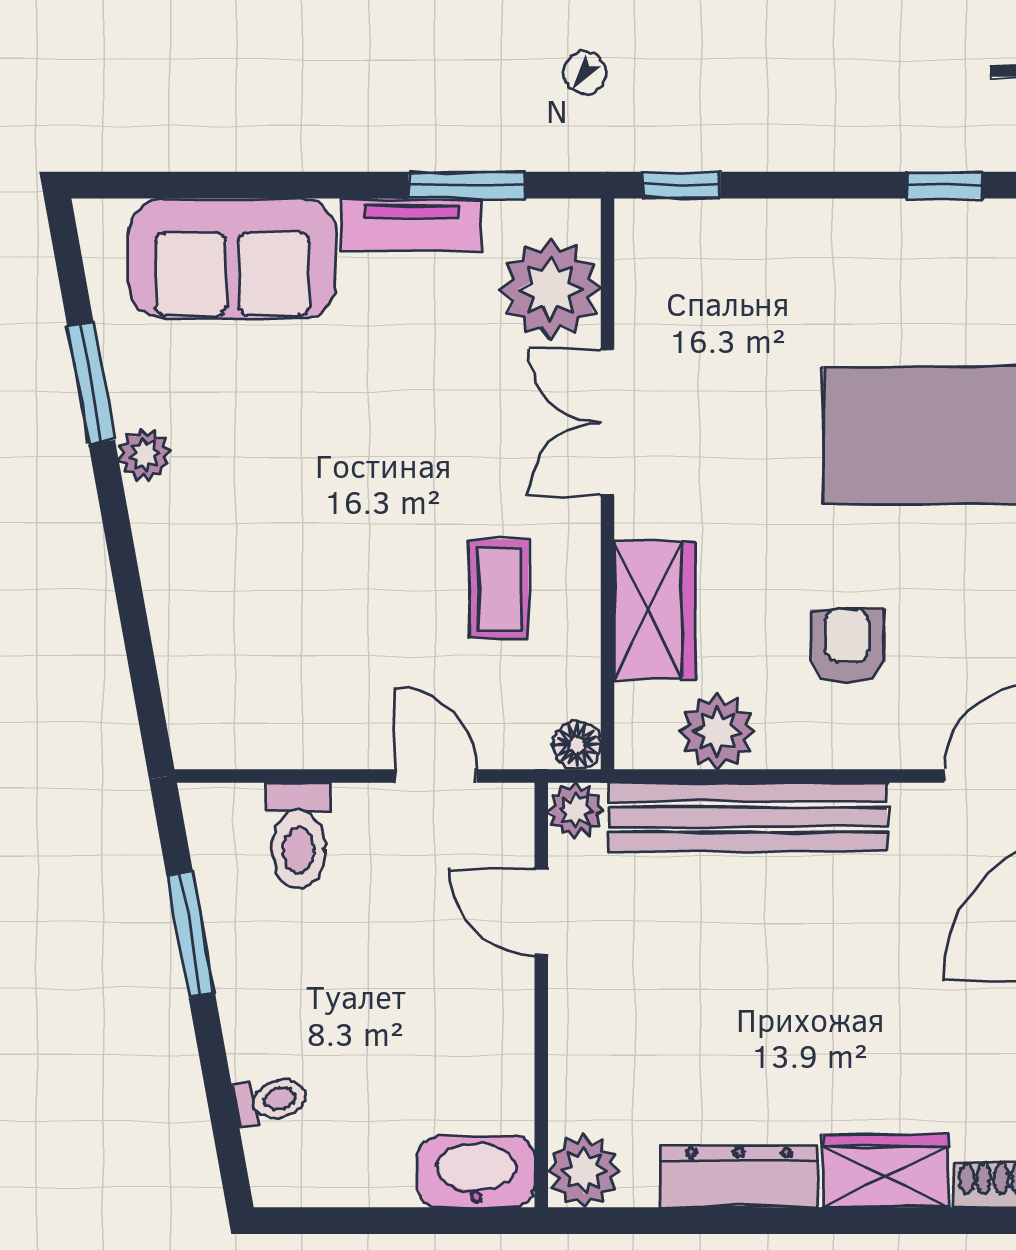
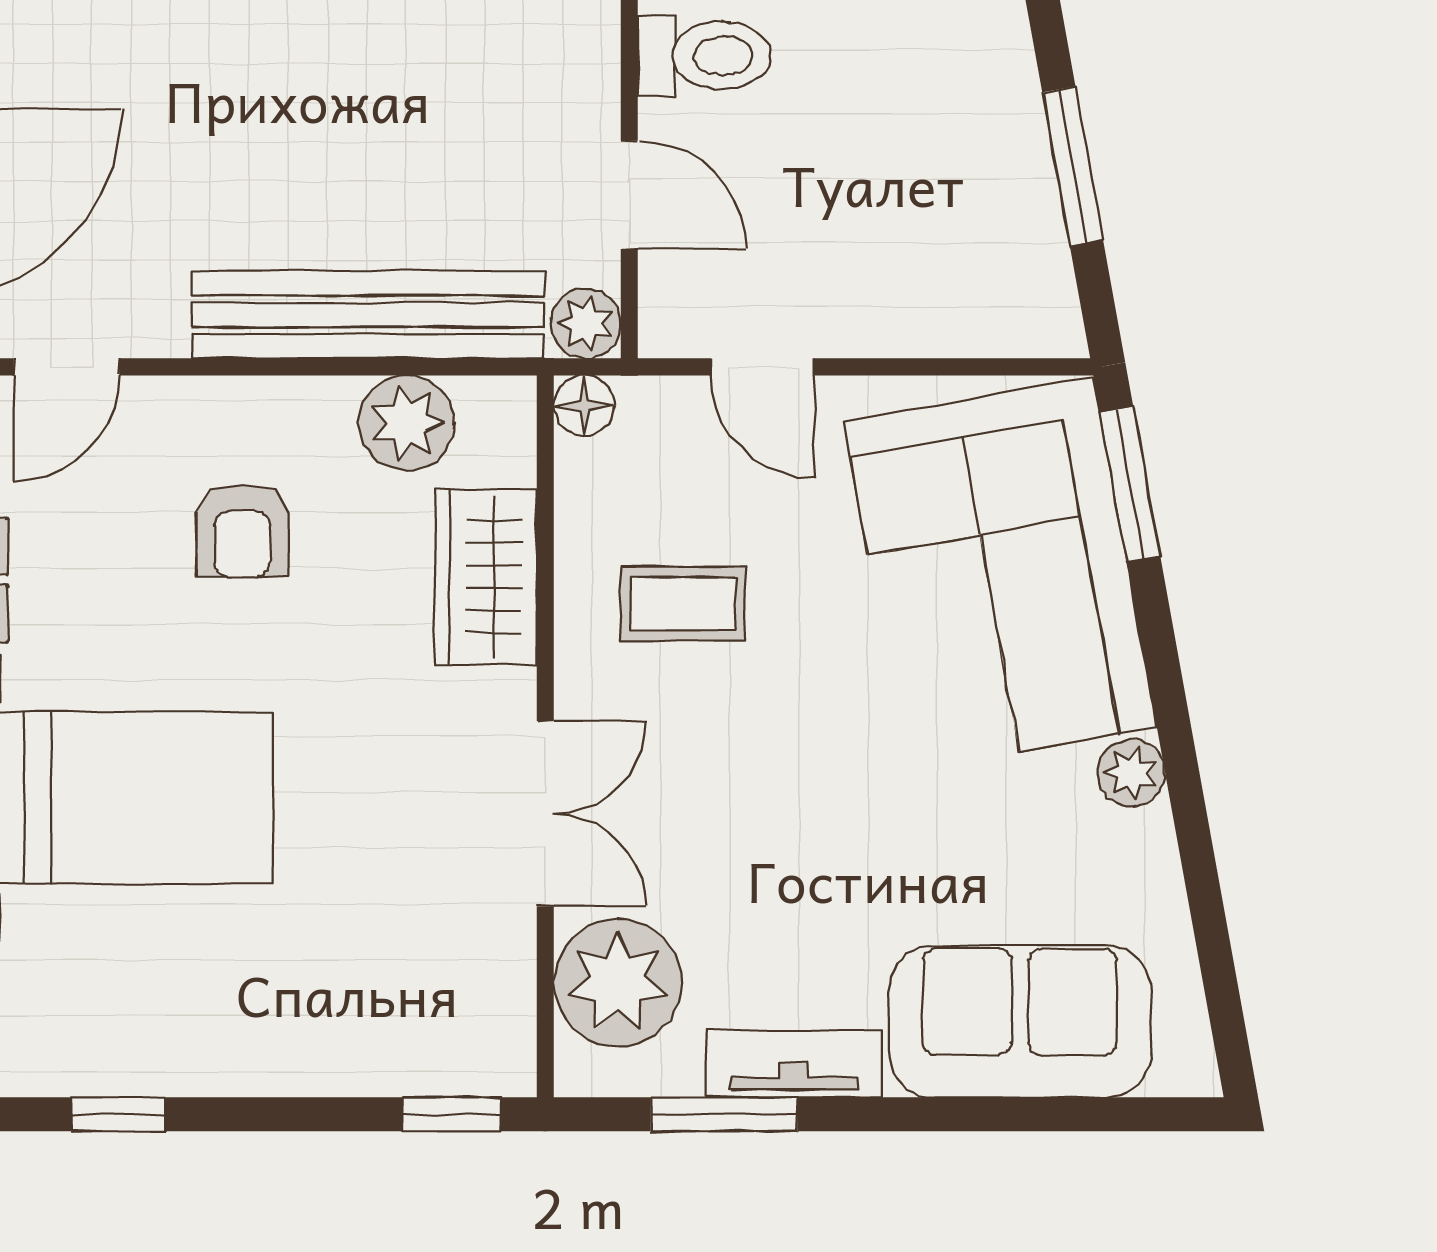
window: (91, 383) -> (1130, 484), moved
coffee table: (499, 589) -> (683, 604), turned 90
corner sofa: (248, 612) -> (1000, 575), added
toilet: (298, 835) -> (704, 56), moved, turned 90

